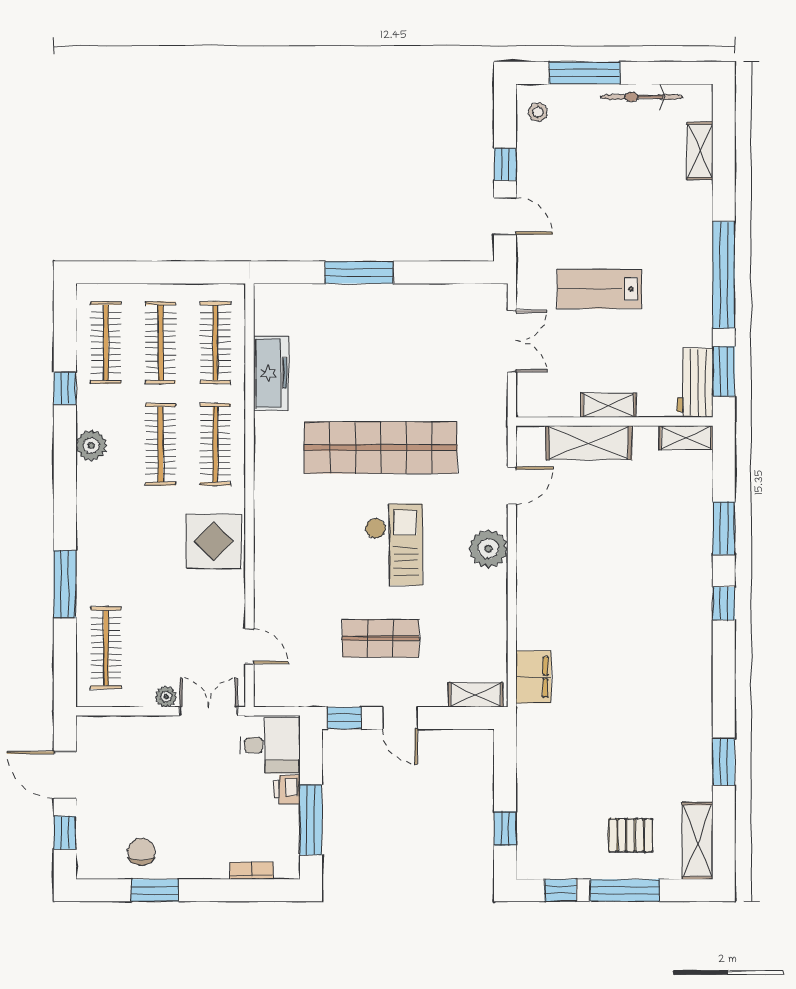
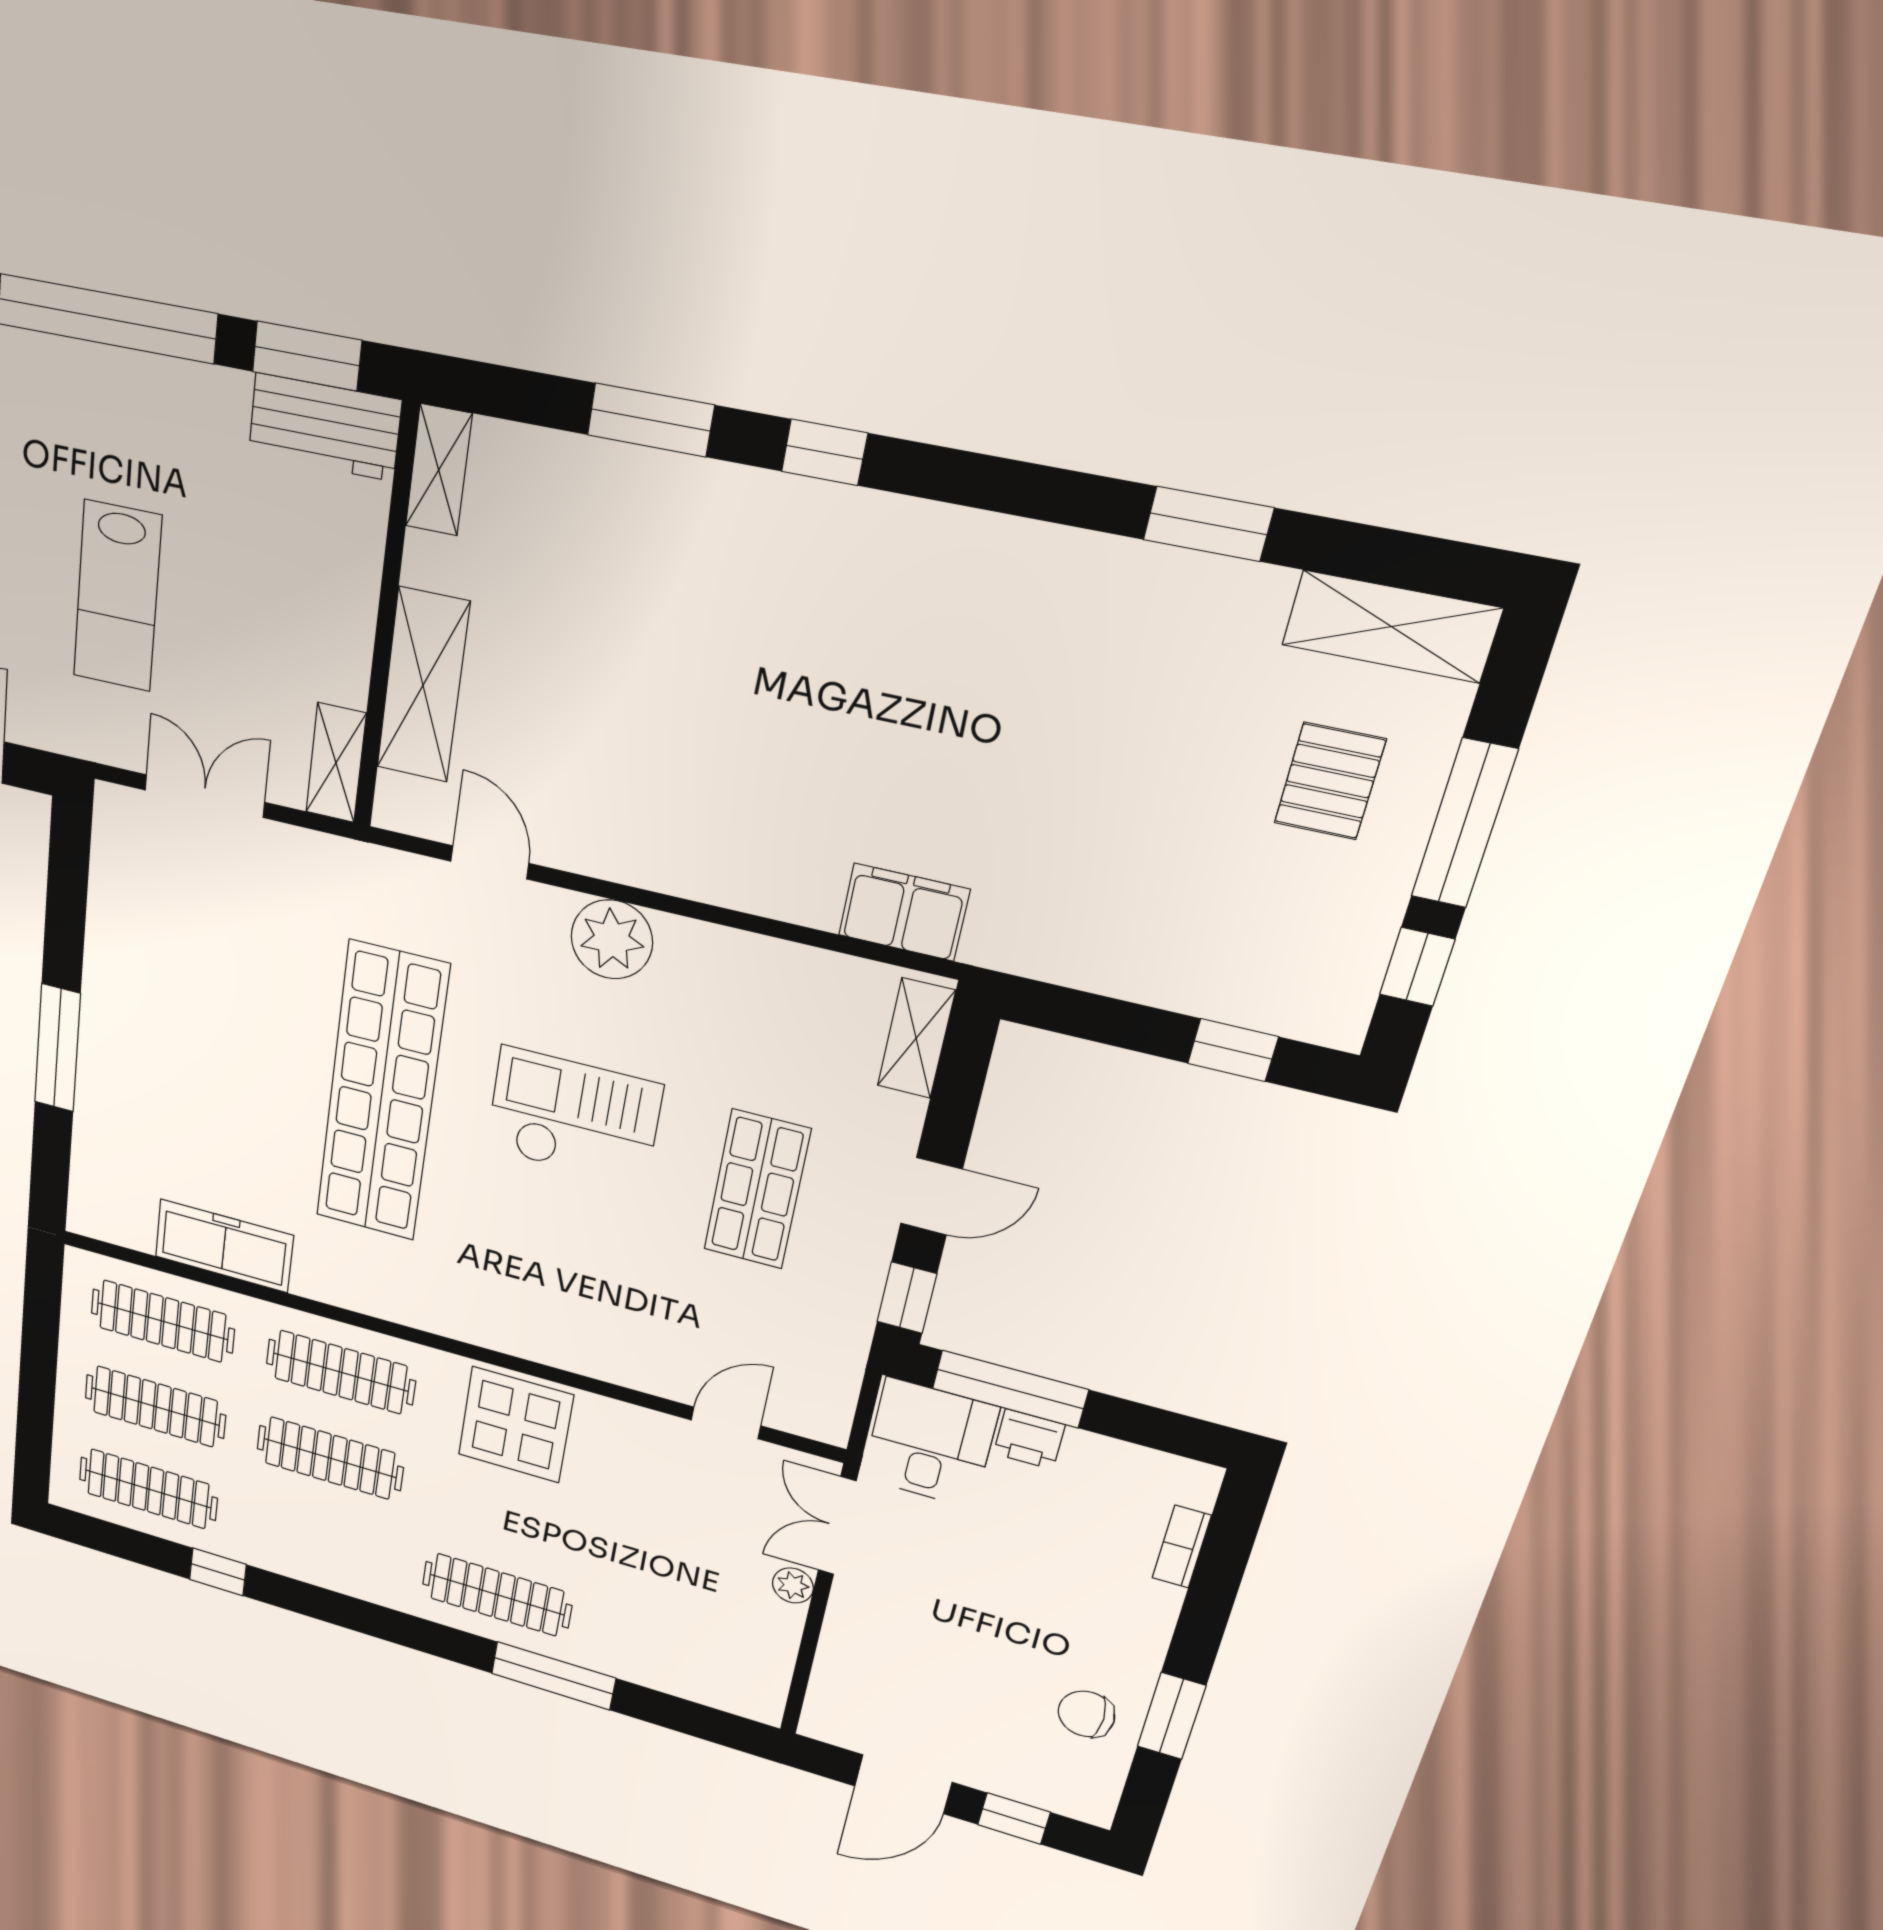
shelving: (608, 405) -> (336, 763), moved
plant: (91, 445) -> (319, 1563), removed
clothes rail: (106, 648) -> (497, 1595), moved
window: (311, 820) -> (1010, 1389), moved

